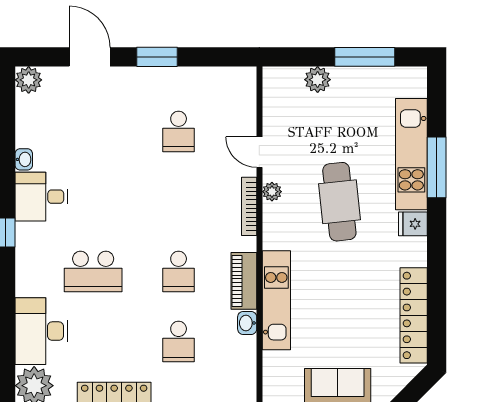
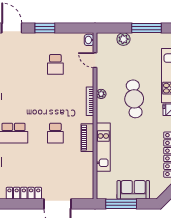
door: (259, 152) -> (95, 60), moved
washbasin: (247, 323) -> (89, 40), moved
school desk: (179, 341) -> (55, 167), removed

